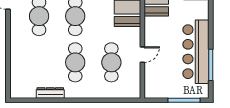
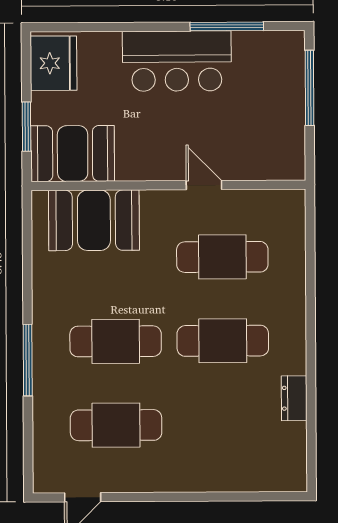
bar counter: (196, 52) -> (177, 61), width x0.73
dresser: (50, 93) -> (294, 398), width x0.70

